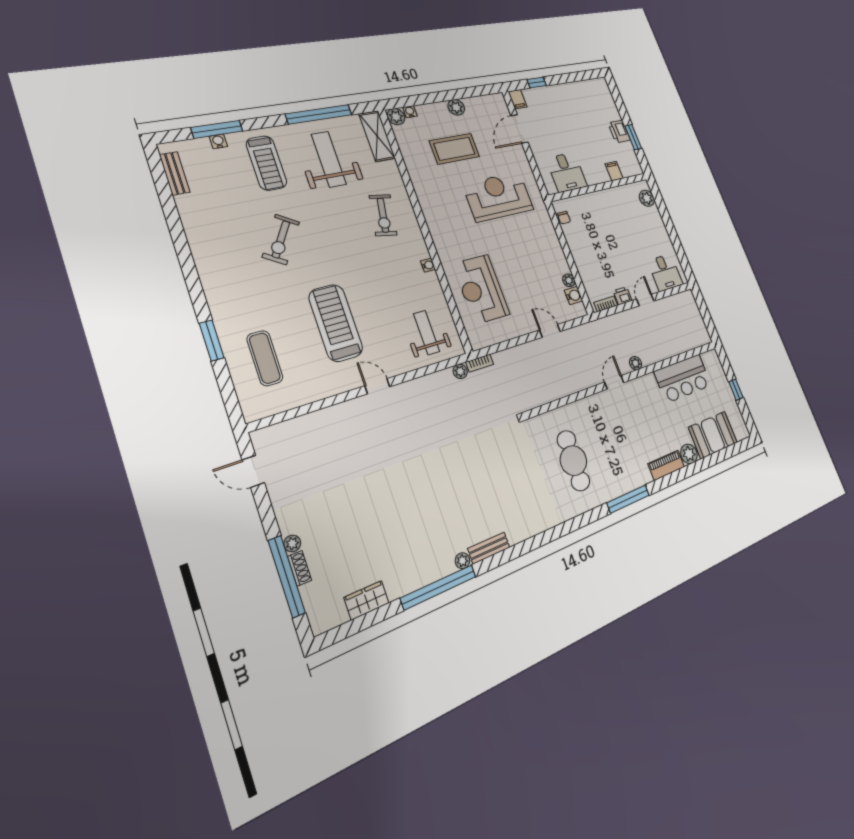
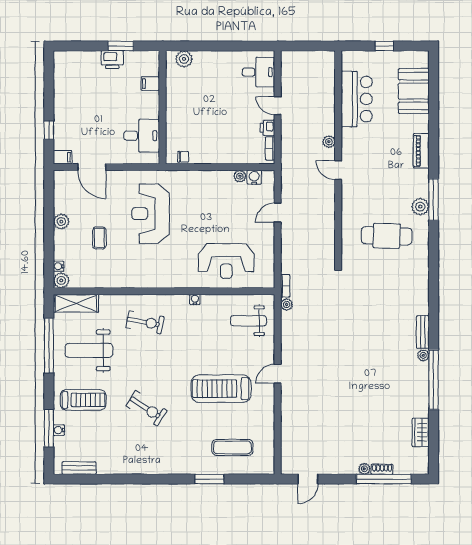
coffee table: (454, 149) -> (99, 238), width x0.54, depth x0.58
plant: (689, 454) -> (420, 207), moved

